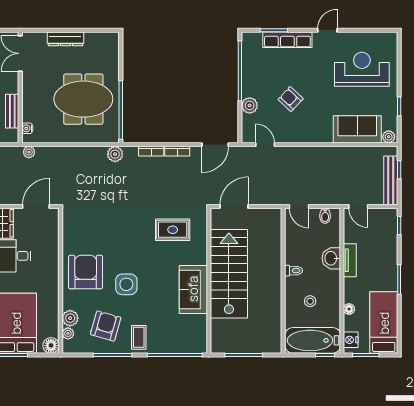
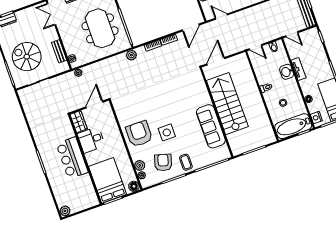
meeting table: (83, 99) -> (100, 28), turned 90
rug: (173, 230) -> (183, 89), removed
sofa: (193, 289) -> (211, 126), width x1.36

